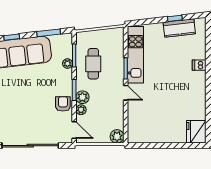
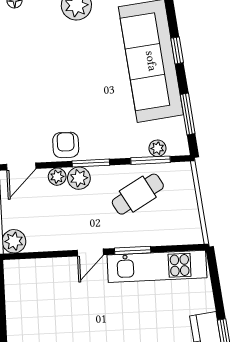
plant: (67, 64) -> (157, 148), moved
cafe table: (93, 64) -> (138, 194), turned -30
armchair: (63, 104) -> (66, 145), turned -90

